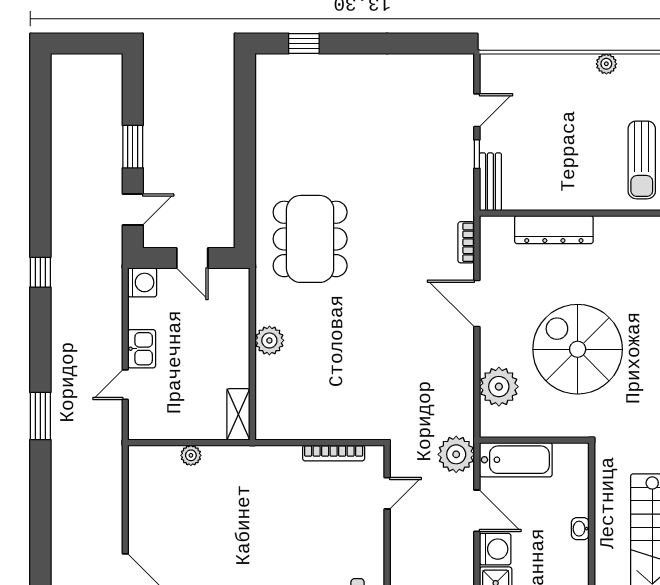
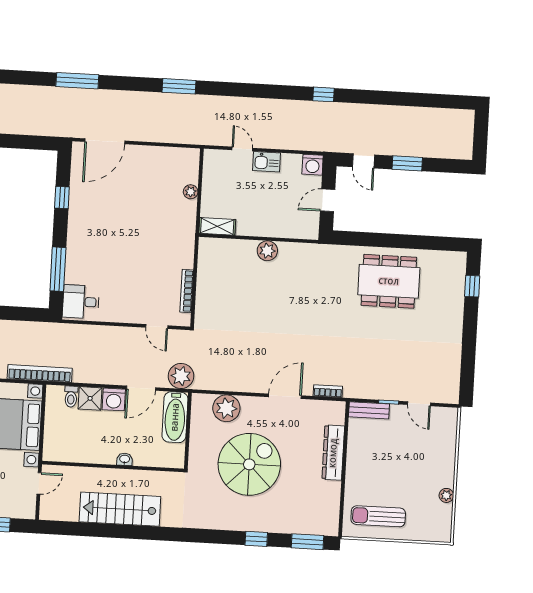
dining table: (310, 239) -> (389, 281), moved
window: (40, 416) -> (179, 86), moved

